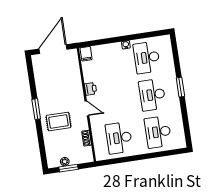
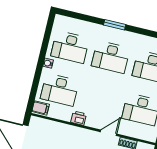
desk: (108, 63) -> (60, 90), added
door: (87, 108) -> (108, 133), moved

